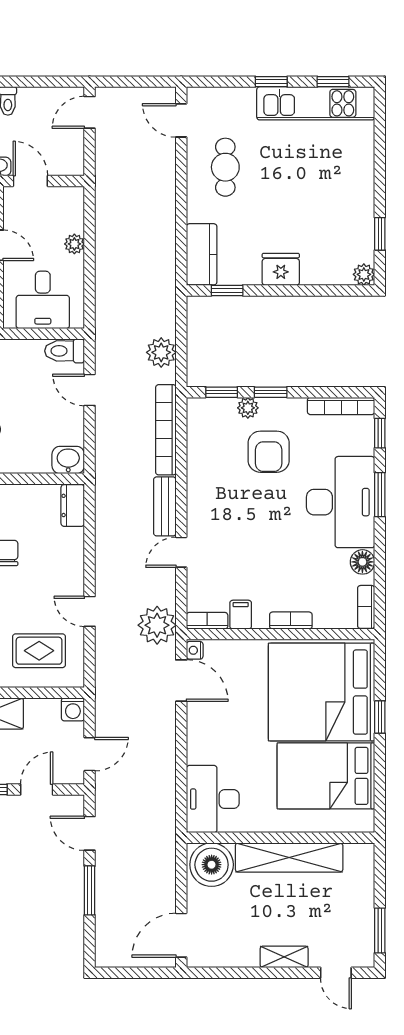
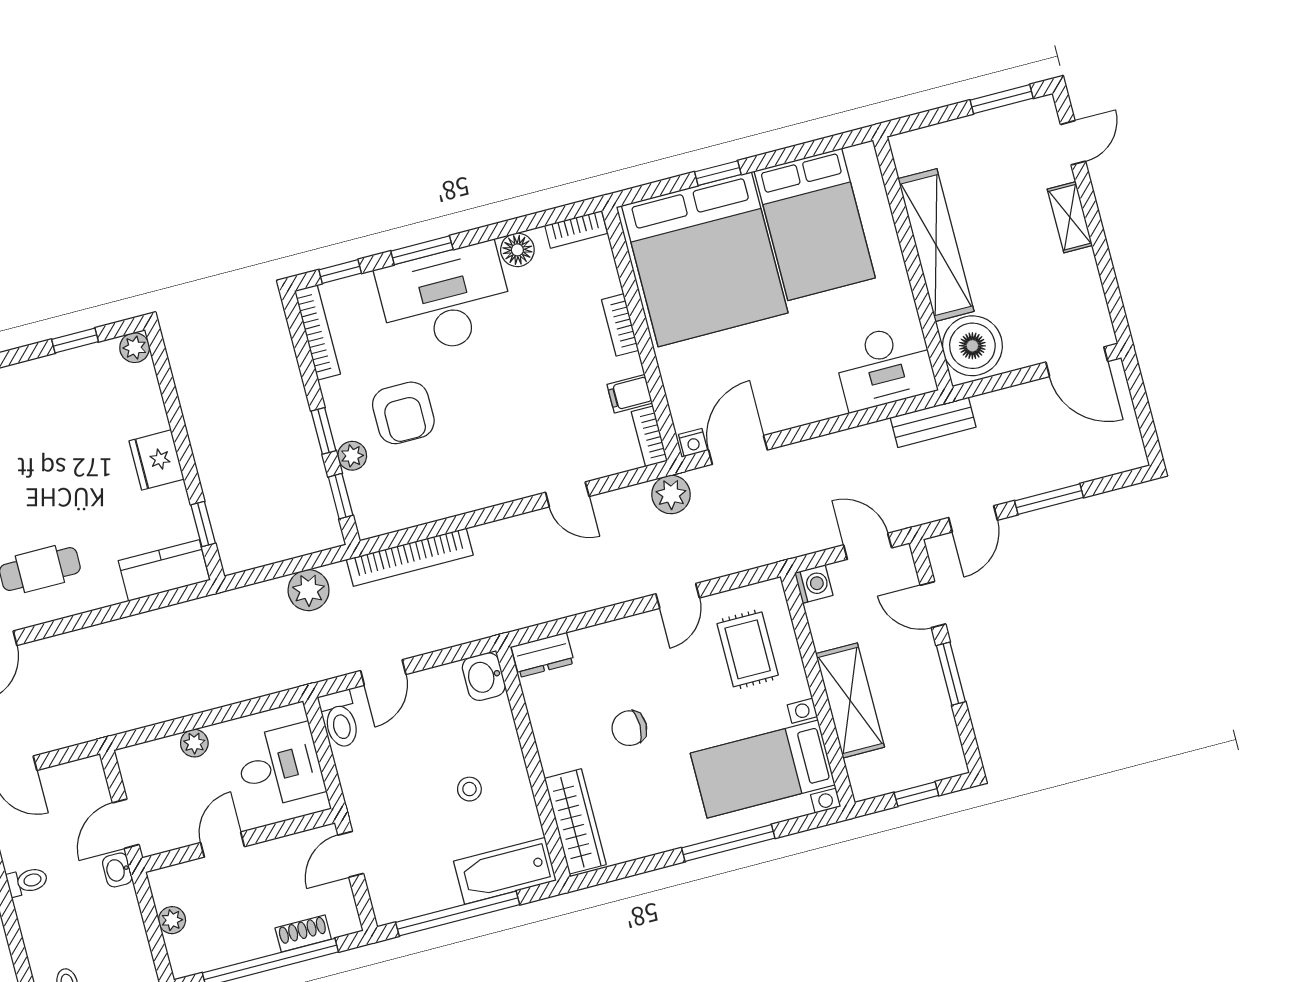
armchair: (269, 452) -> (403, 413), turned 90
bench: (165, 506) -> (933, 422), moved
plant: (157, 625) -> (671, 494), width x0.73, depth x0.73

